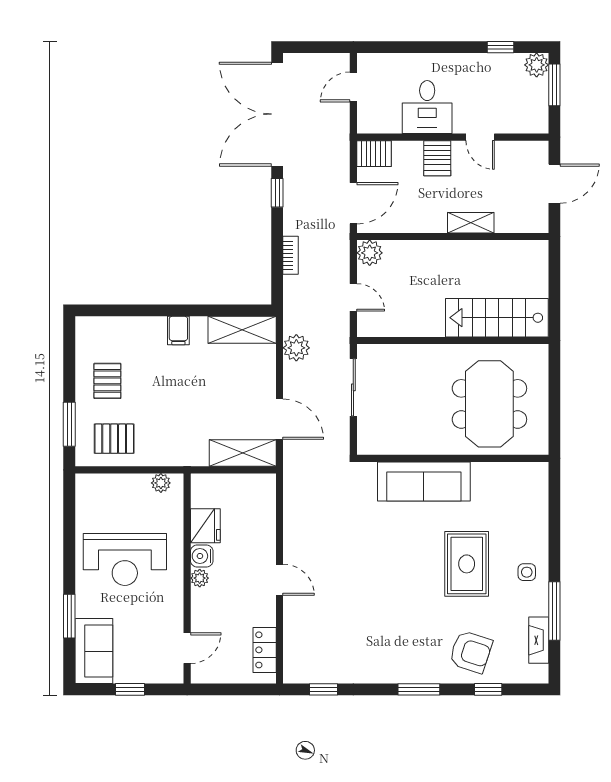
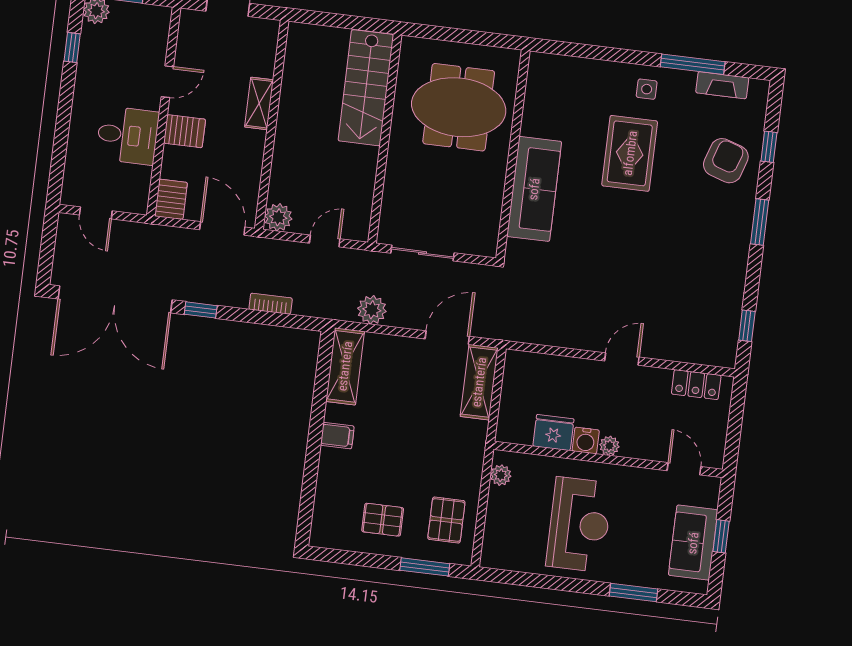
rug: (467, 564) -> (630, 153), turned 90
sofa: (94, 651) -> (693, 543), moved, turned -90

